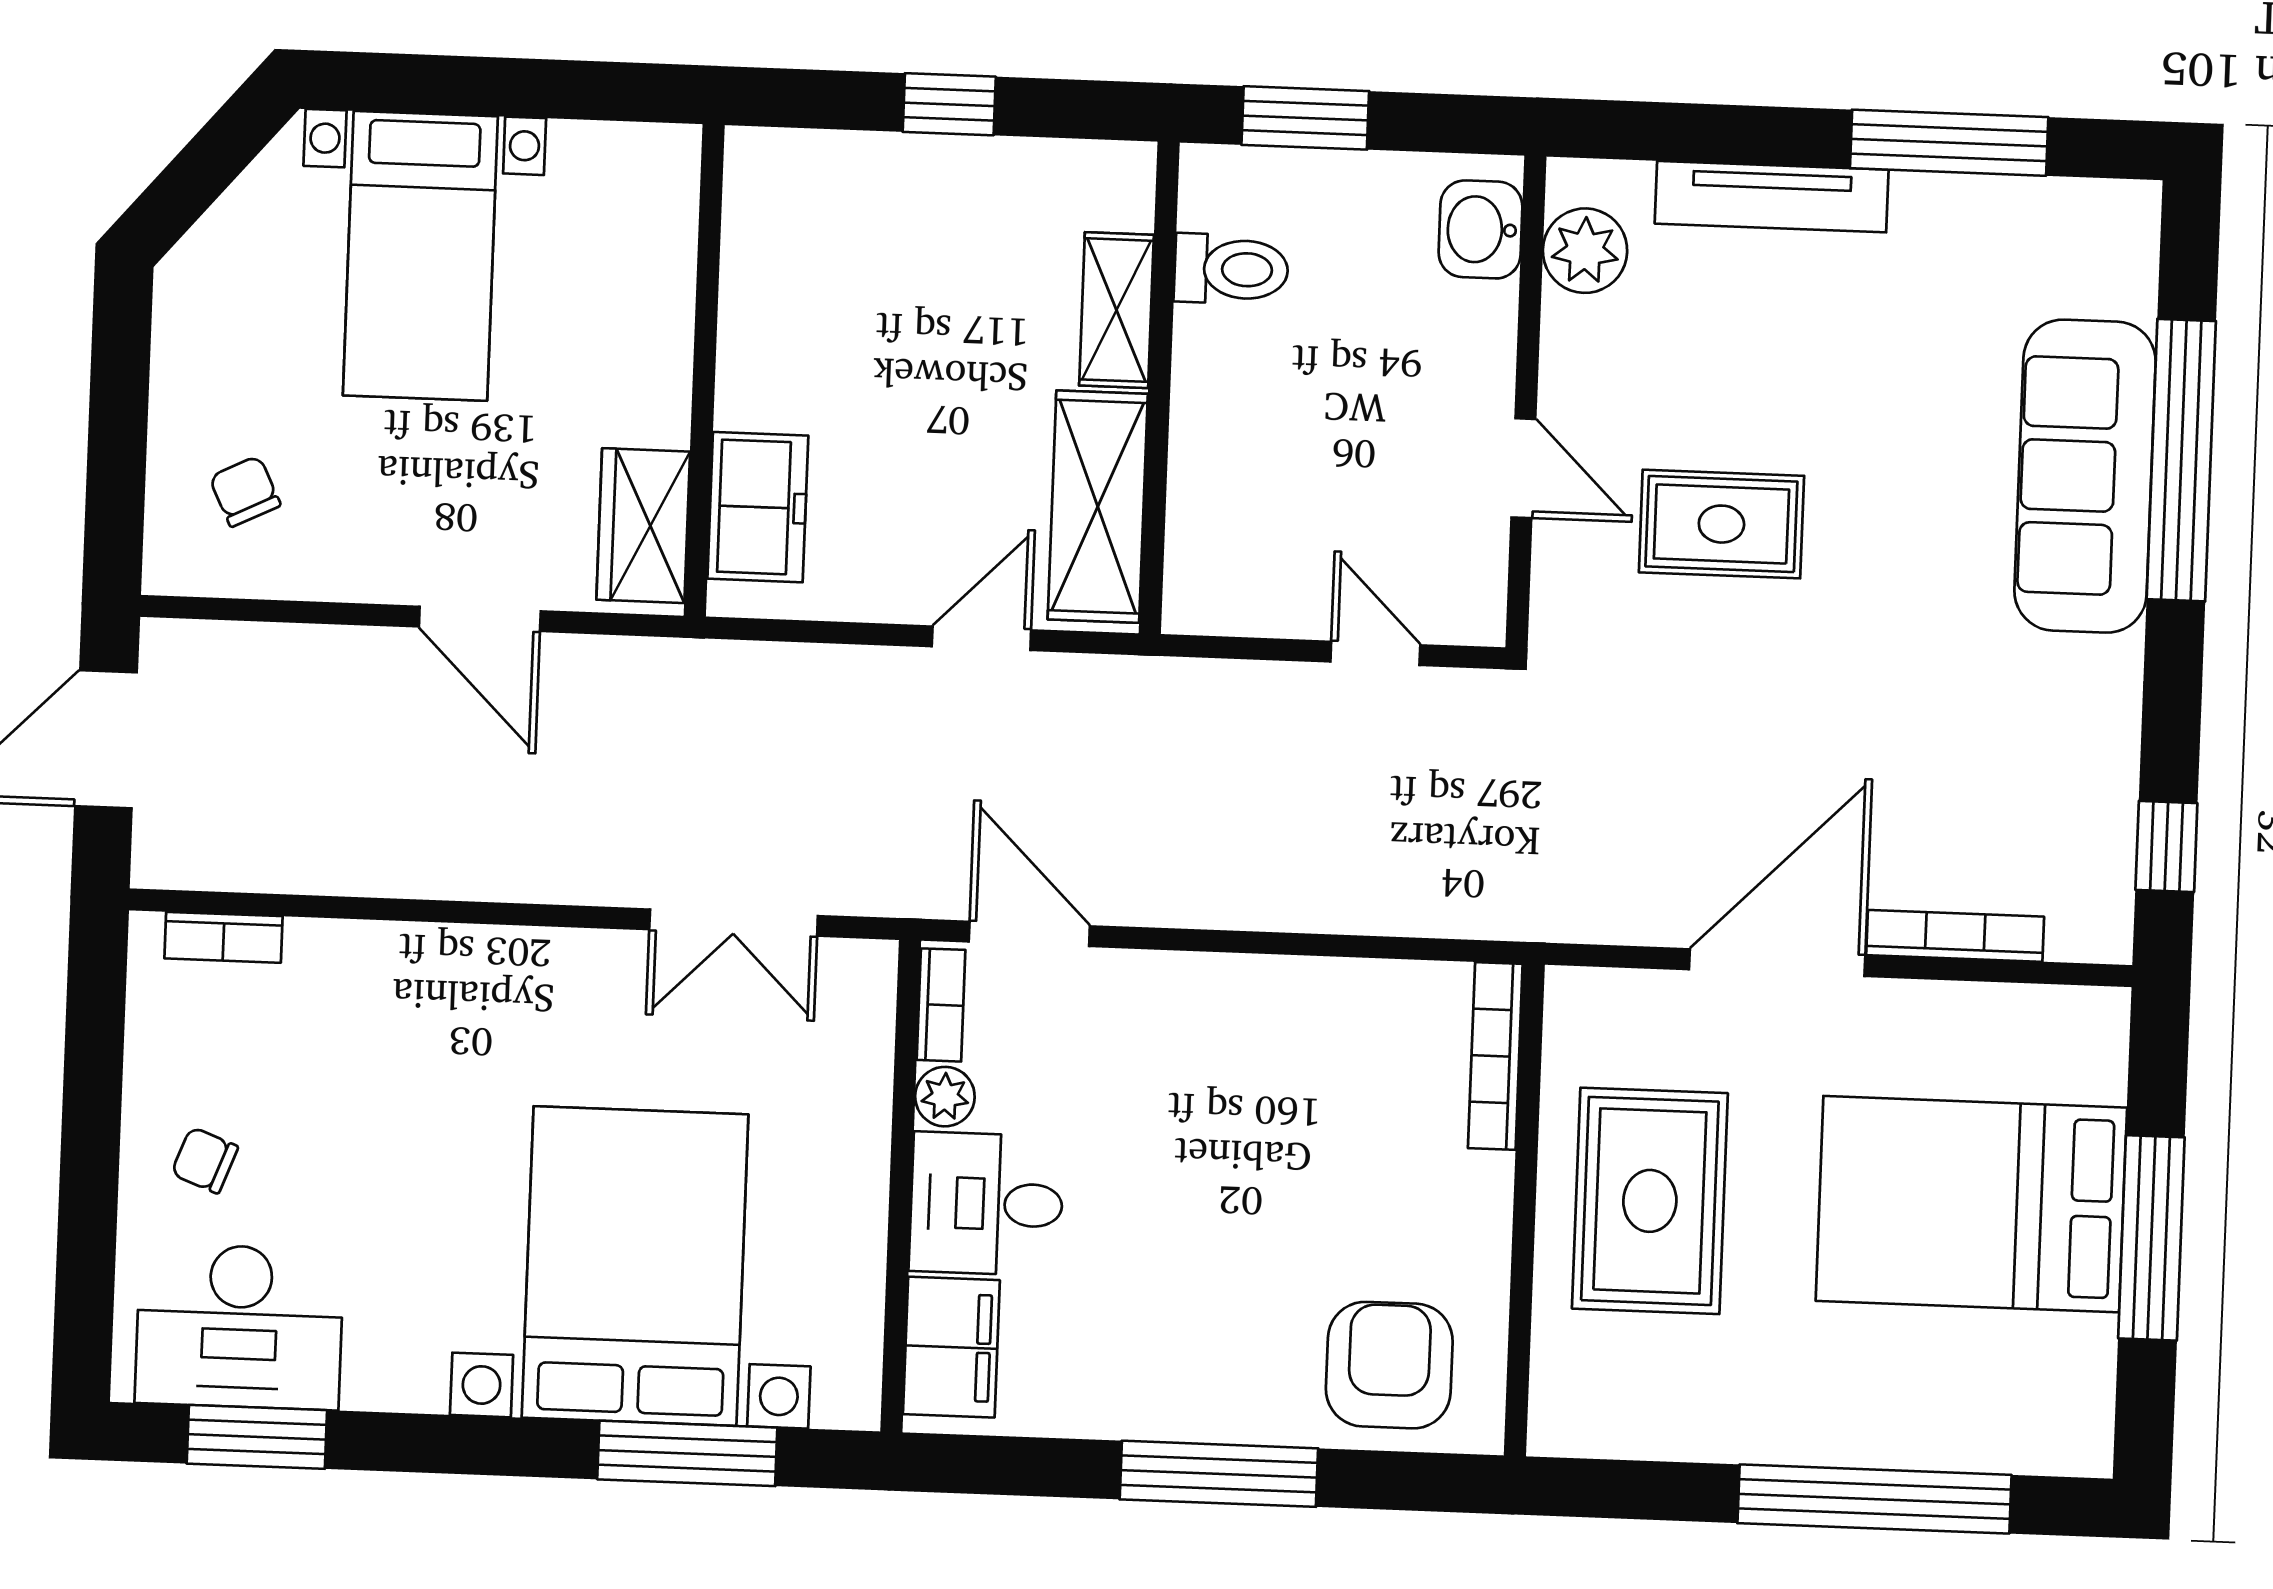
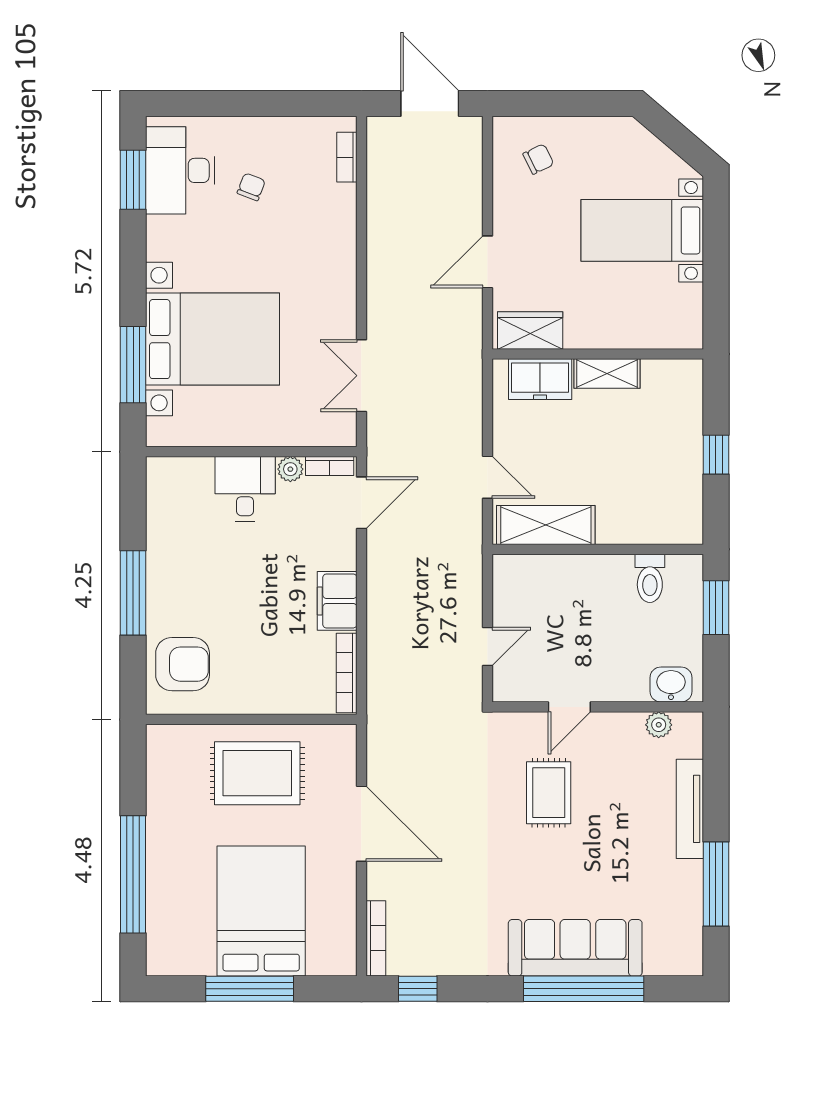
plant: (1585, 251) -> (659, 725), width x0.73, depth x0.73
shelving: (1117, 310) -> (607, 374), moved
bookcase: (1955, 936) -> (376, 938), moved
bookcase: (1495, 1056) -> (347, 673), moved, turned -90
chair: (205, 1160) -> (251, 187), moved
filing cabinet: (951, 1347) -> (337, 601), moved, turned 90

